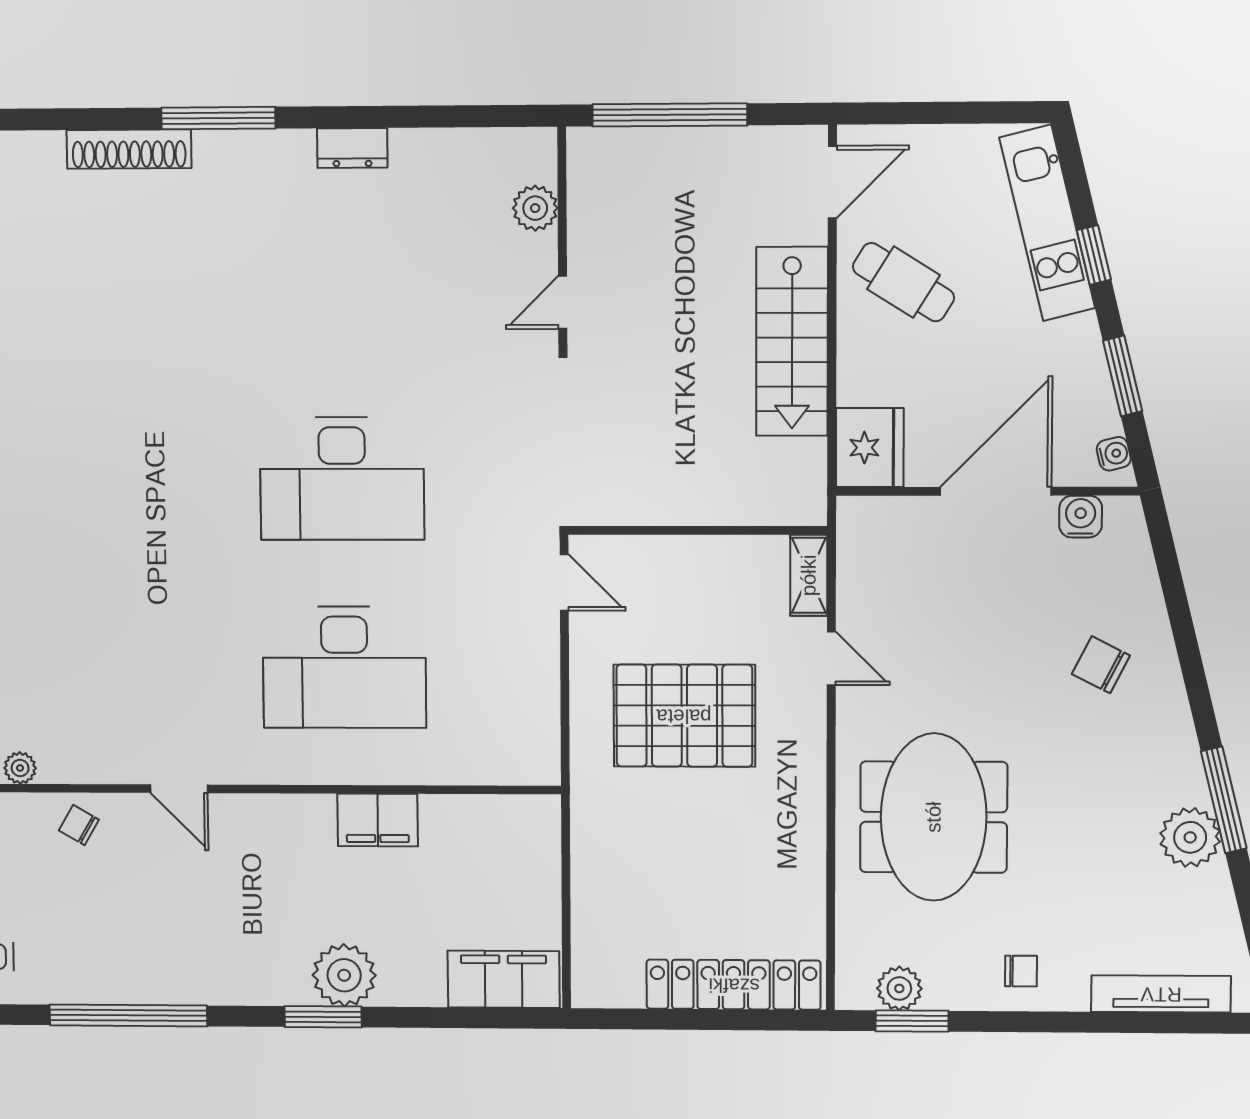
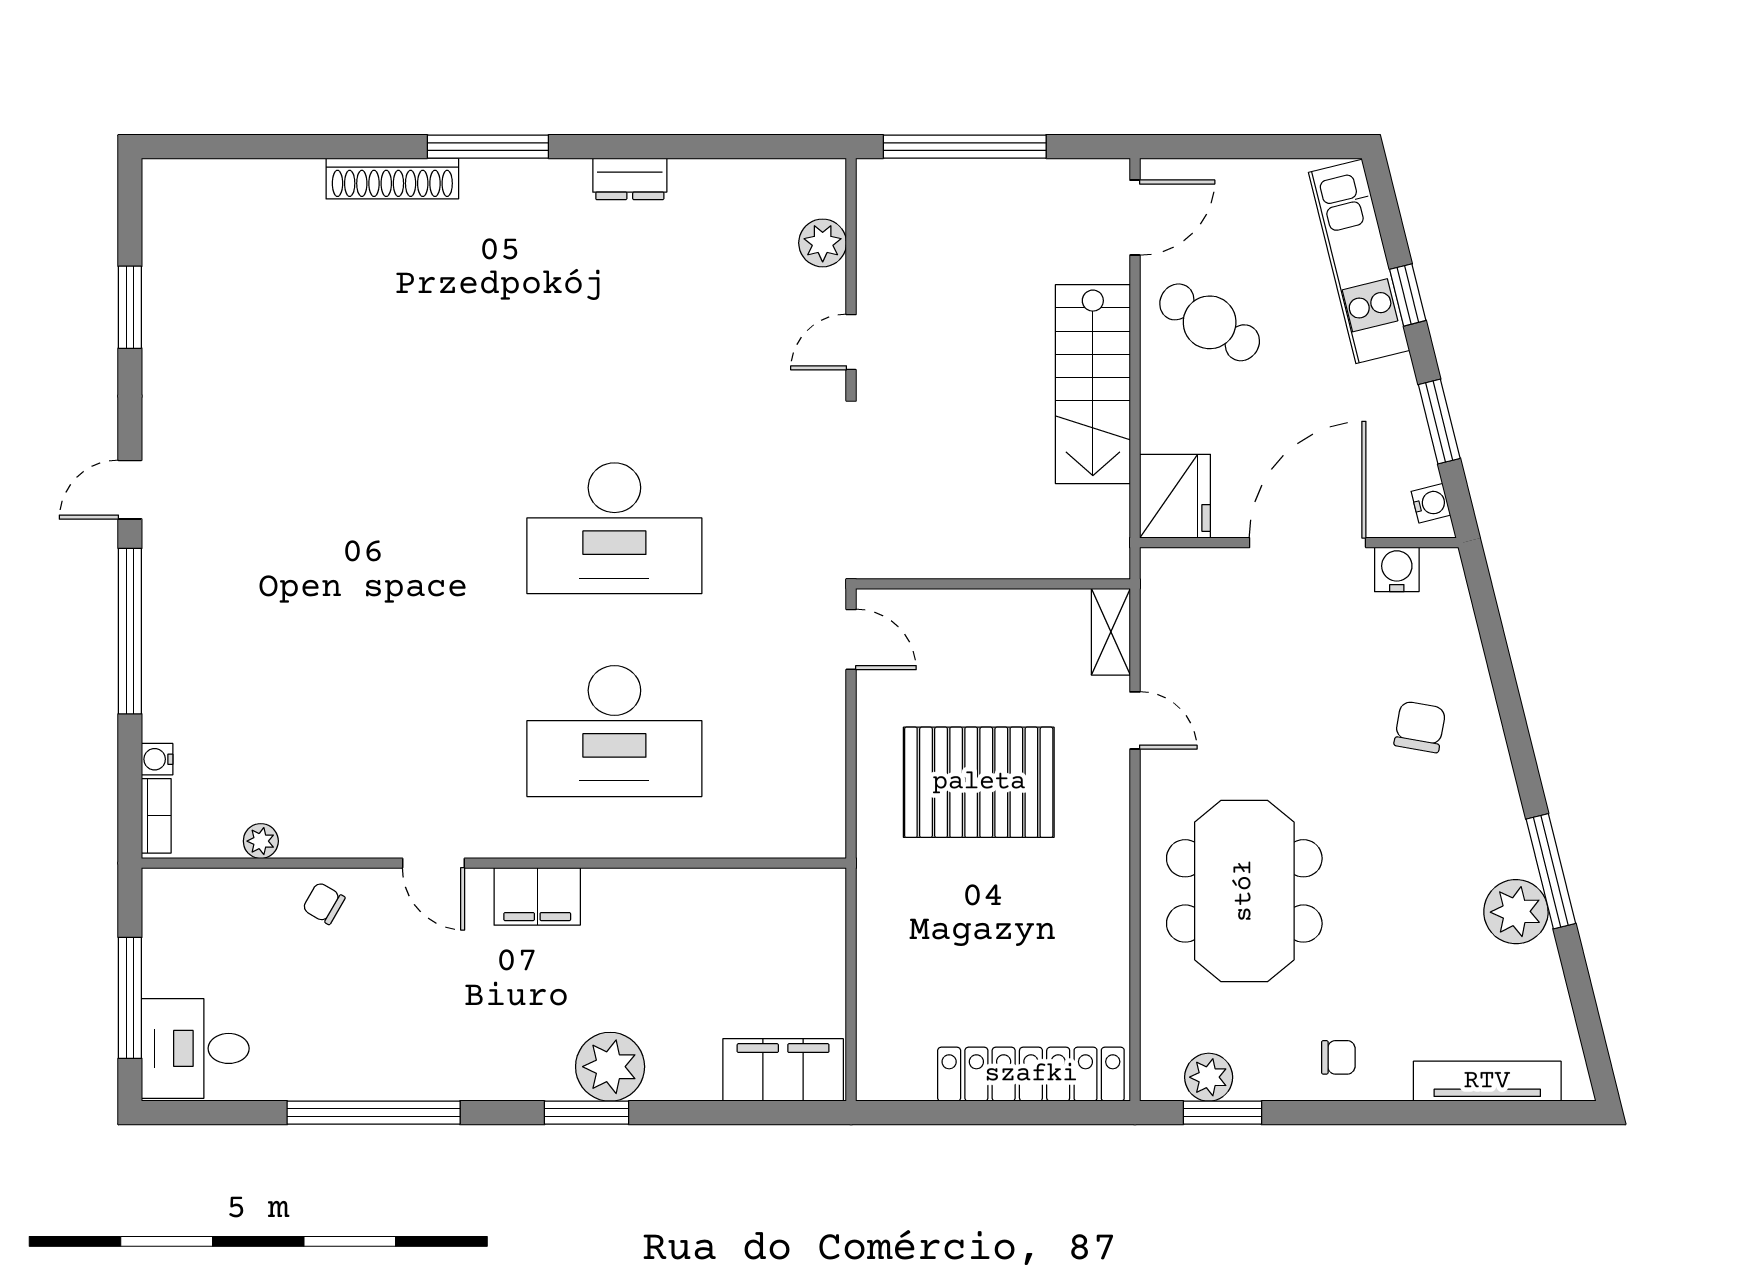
chair: (1101, 665) -> (1420, 727), turned 73
filing cabinet: (378, 820) -> (537, 896), moved

